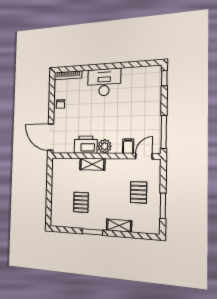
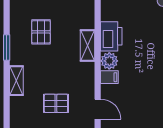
filing cabinet: (128, 146) -> (109, 77), moved
pallet: (81, 202) -> (41, 32), turned 90

